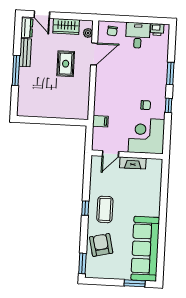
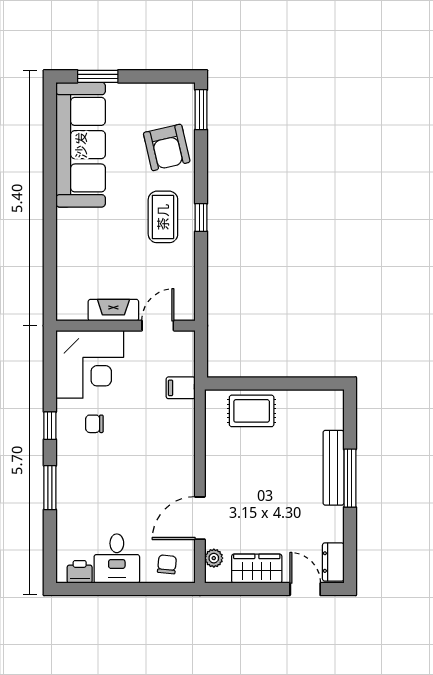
bench: (25, 53) -> (334, 468), moved, width x1.36
rug: (66, 64) -> (252, 411), moved, turned 90

